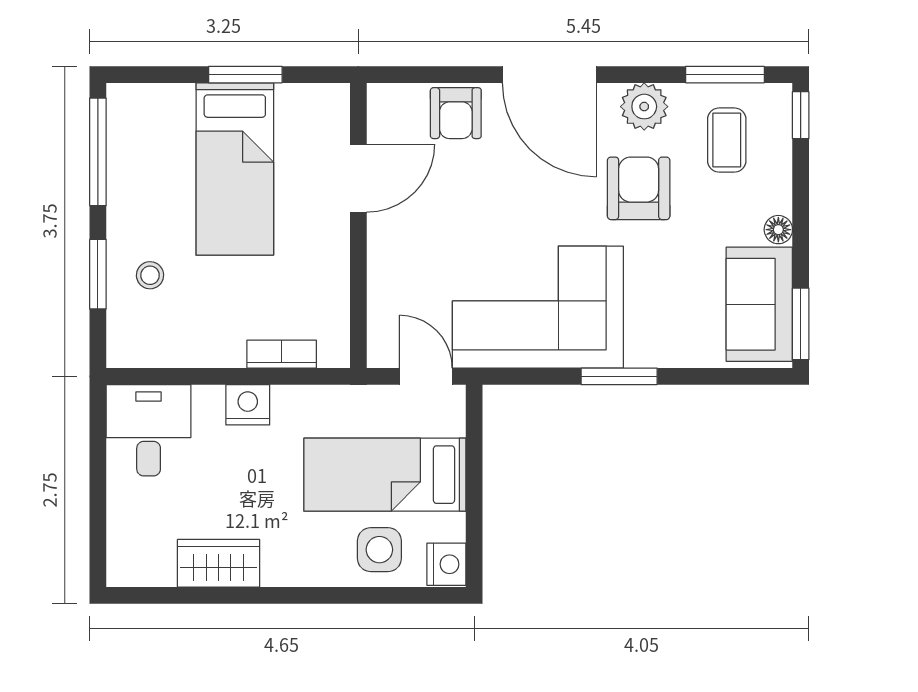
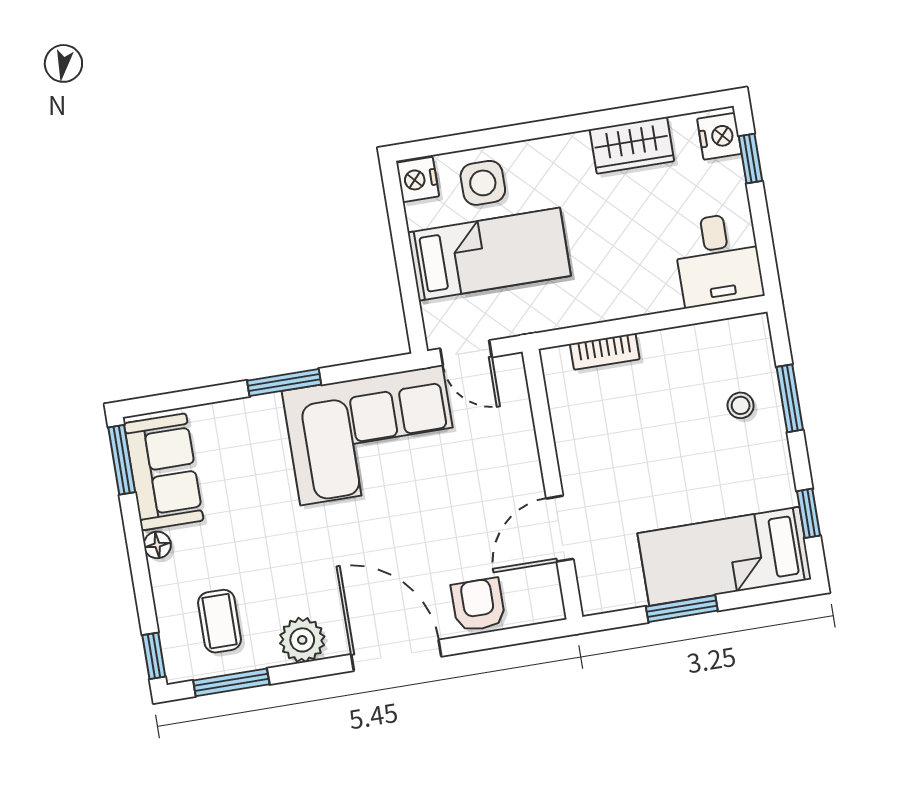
window: (98, 152) -> (809, 513), width x0.46
bed: (235, 169) -> (724, 556), moved, turned -90
armchair: (639, 188) -> (295, 562), removed
nightstand: (248, 405) -> (719, 136), moved, turned -90
window: (98, 529) -> (750, 159), added

